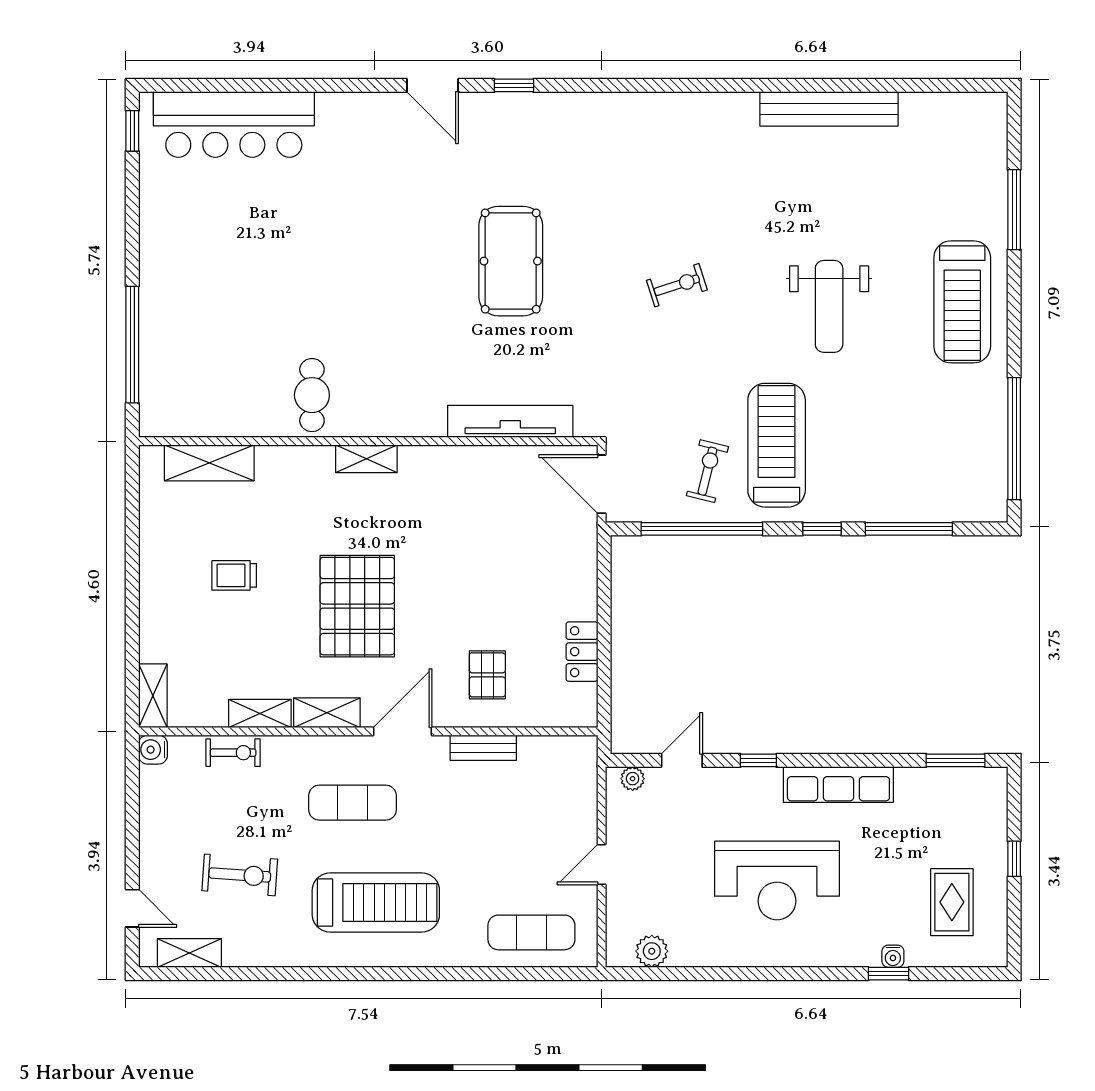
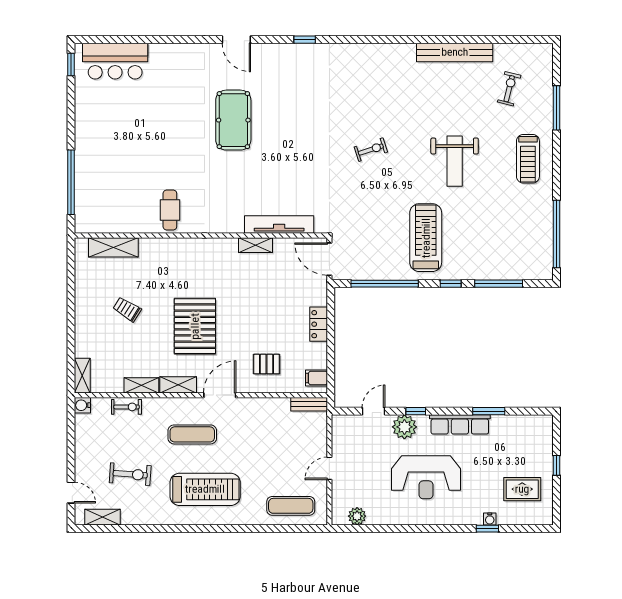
window: (514, 85) -> (305, 40), moved
bar counter: (234, 125) -> (115, 61), width x0.73
pool table: (511, 261) -> (233, 120), moved
treadmill: (962, 302) -> (528, 159), width x0.73, depth x0.73
shelving: (366, 459) -> (255, 245), moved
exercise bike: (707, 471) -> (509, 89), moved
trolley: (234, 575) -> (127, 309), turned 32
locker: (582, 652) -> (319, 324), moved
pallet: (487, 675) -> (266, 364), turned 90
filing cabinet: (578, 700) -> (316, 378), added
bench: (483, 748) -> (309, 404), moved
window: (955, 760) -> (489, 411), moved
plant: (633, 779) -> (404, 427), moved, width x1.88, depth x1.88
rug: (952, 902) -> (522, 489), turned 90

